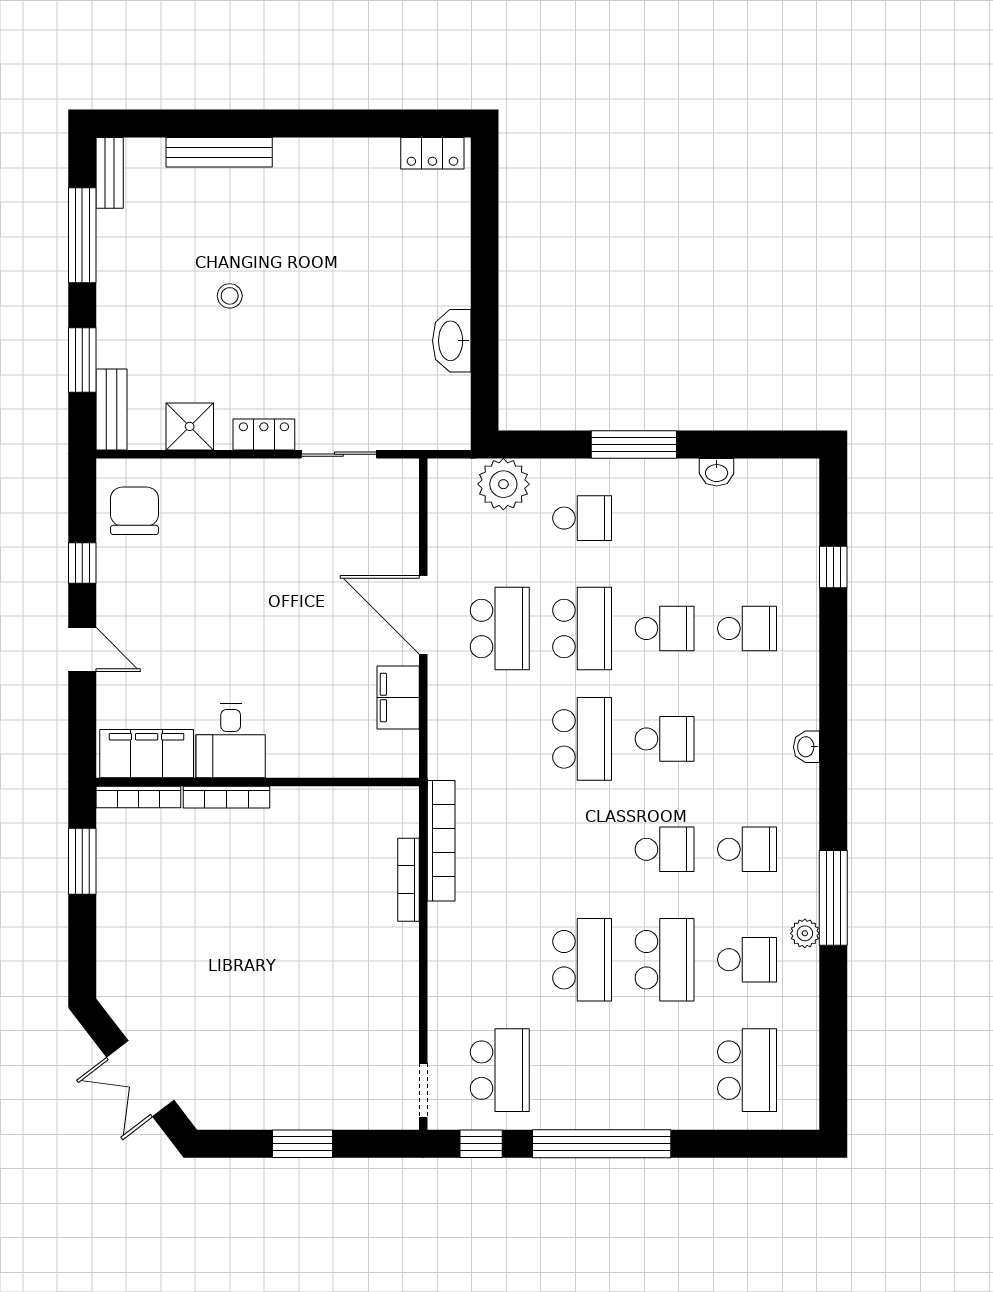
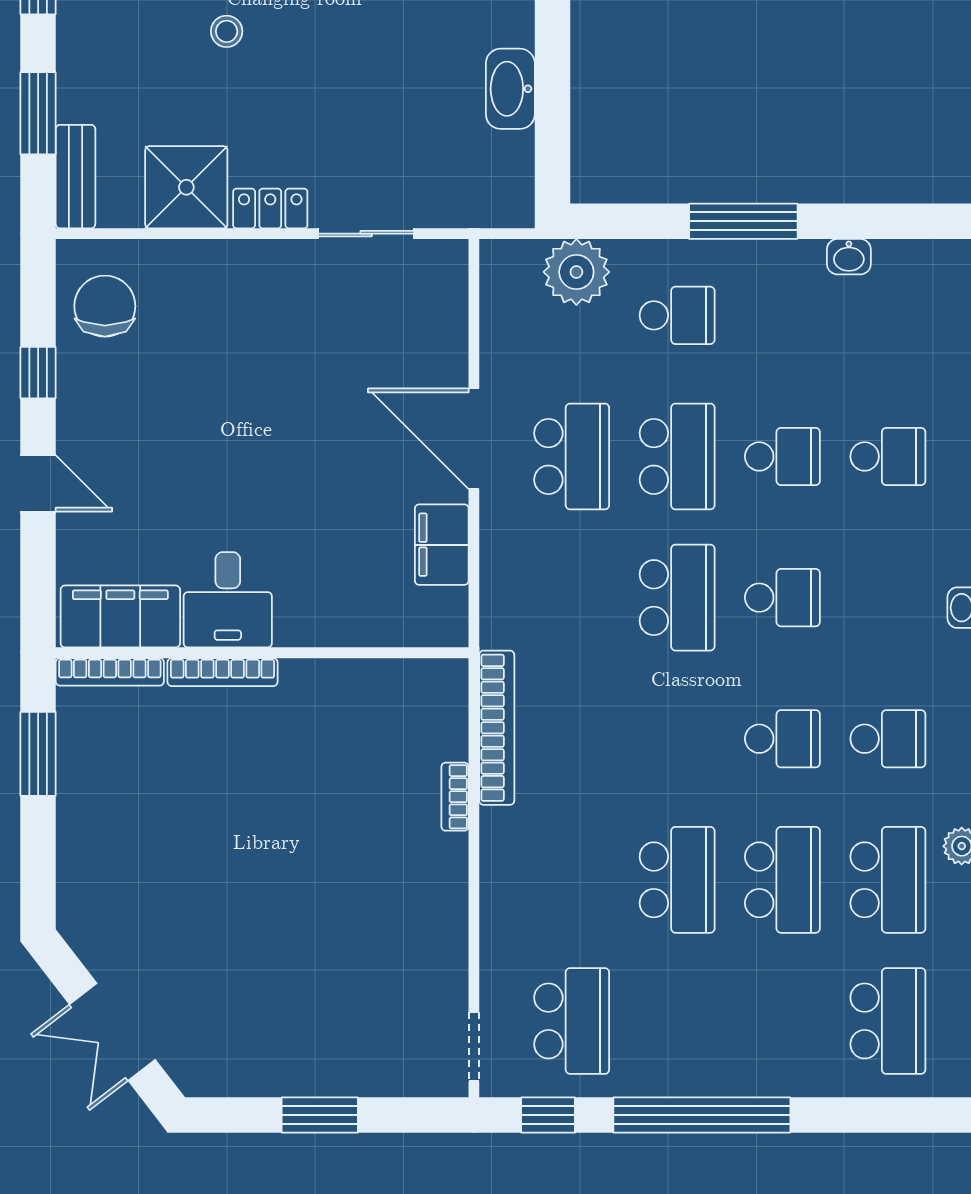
shower: (190, 426) -> (186, 187), width x1.36, depth x1.36
bookcase: (408, 880) -> (455, 797), width x0.64
school desk: (747, 960) -> (888, 880), width x1.85

